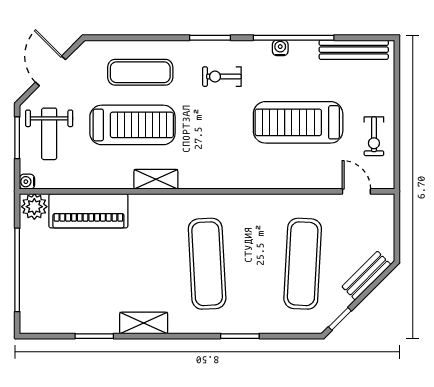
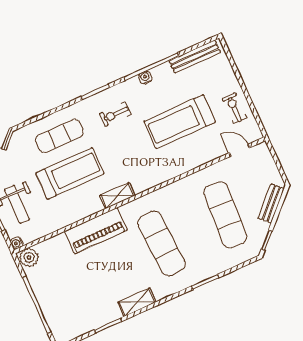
exercise bike: (374, 136) -> (234, 108), turned 180
shelving: (156, 179) -> (117, 196), moved
piano: (88, 211) -> (96, 231), moved

